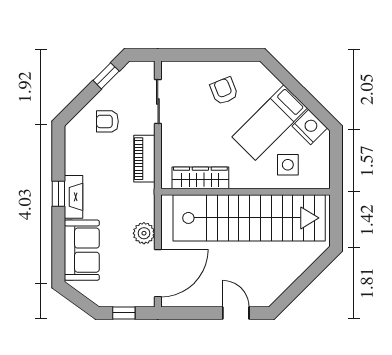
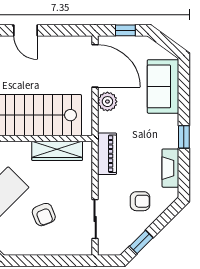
armchair: (224, 91) -> (44, 215), moved
piano: (144, 159) -> (107, 154), moved
fireplace: (73, 197) -> (170, 168), moved
door: (158, 273) -> (95, 66), swing flipped

